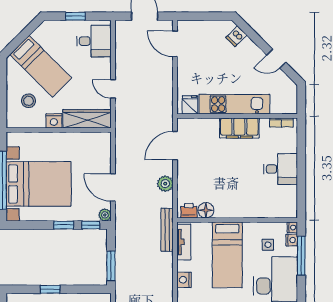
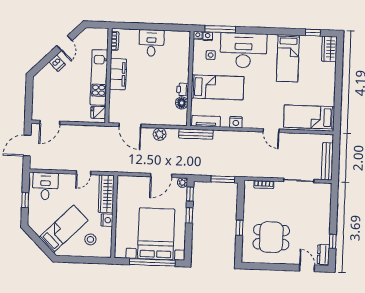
dishwasher: (236, 36) -> (57, 63), moved
printer: (189, 211) -> (183, 89), moved

